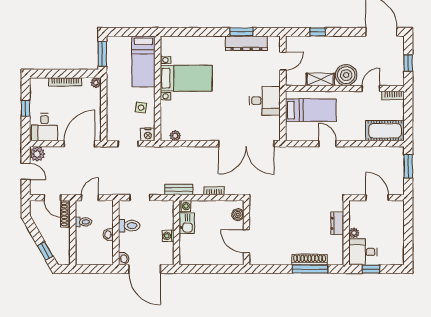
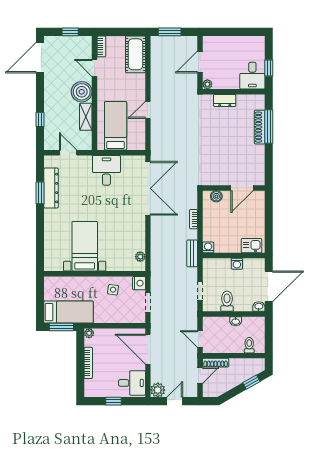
bed: (143, 61) -> (69, 312), moved
toilet: (84, 222) -> (249, 345), moved
kitchen sink: (187, 223) -> (251, 246), moved
plant: (354, 233) -> (207, 84), moved

